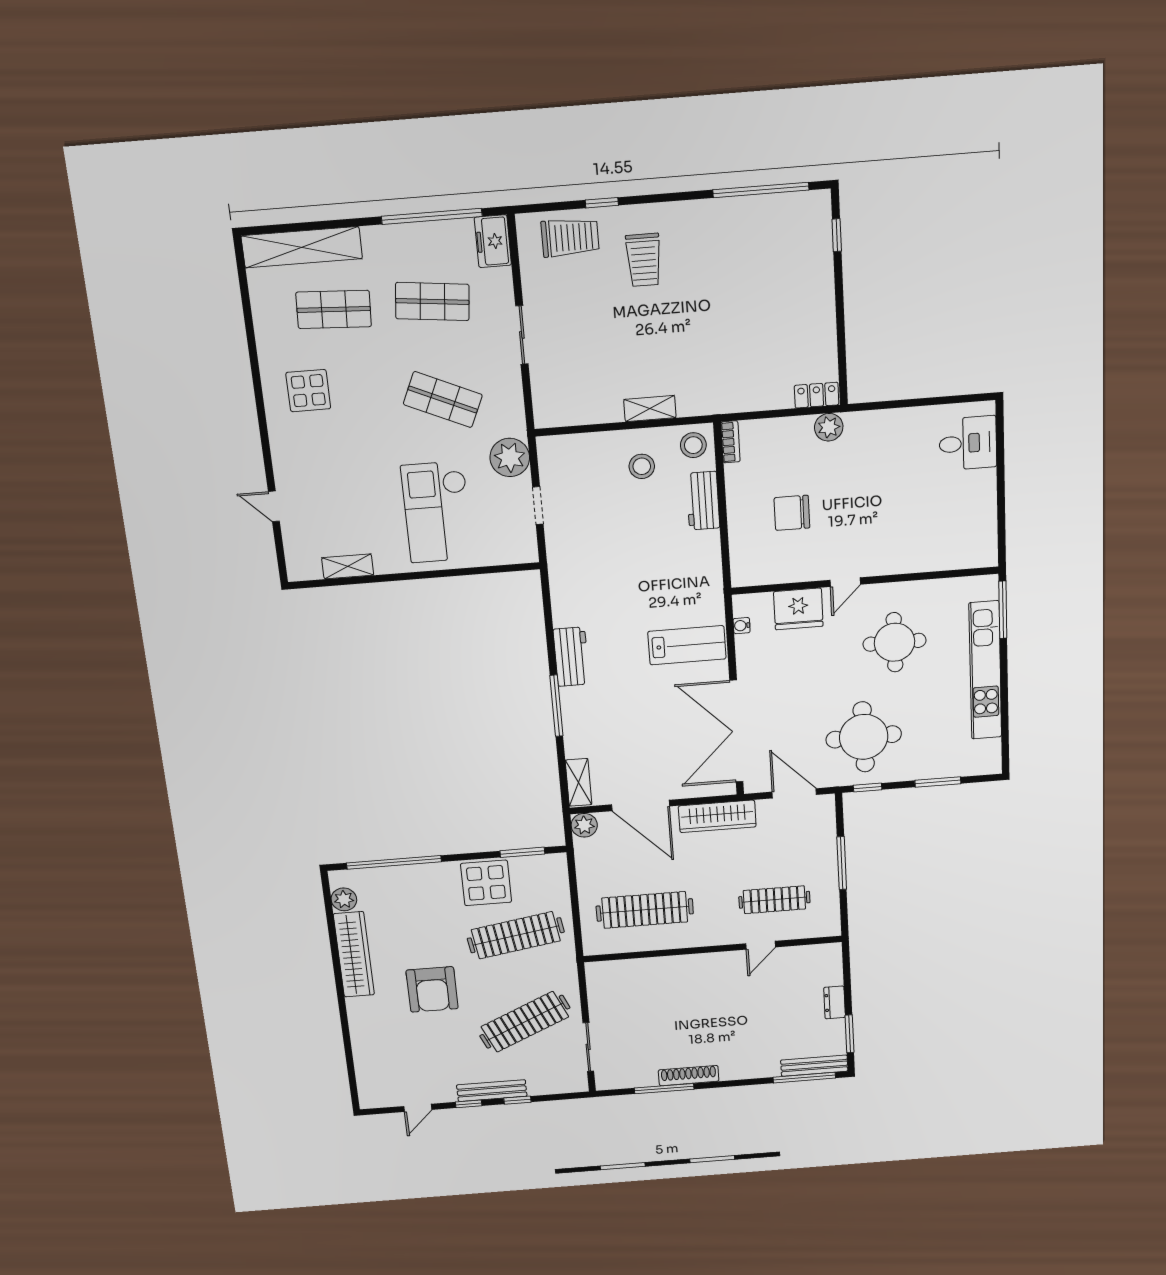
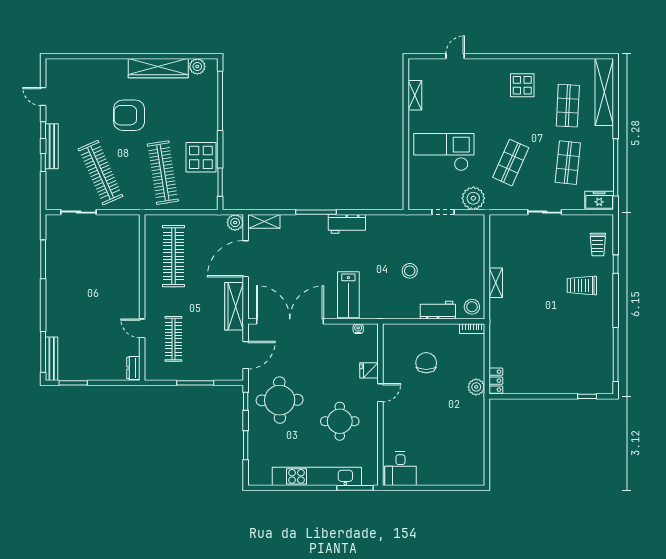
trolley: (570, 237) -> (598, 245), width x0.73, depth x0.72
desk: (968, 443) -> (400, 469), moved
stool: (642, 466) -> (410, 271), moved
door: (845, 582) -> (380, 393), swing flipped
fridge: (798, 609) -> (369, 370), width x0.53, depth x0.75
dresser: (835, 1002) -> (133, 368), moved, turned -90
shoe rack: (689, 1076) -> (52, 276), removed

